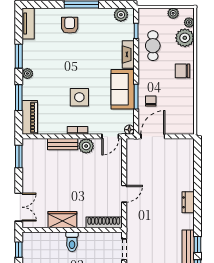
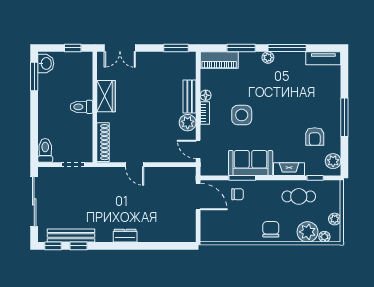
armchair: (70, 25) -> (315, 137), moved, turned 90
window: (19, 56) -> (287, 48), width x1.44
floor lamp: (129, 130) -> (206, 95), moved

